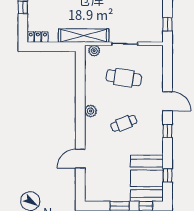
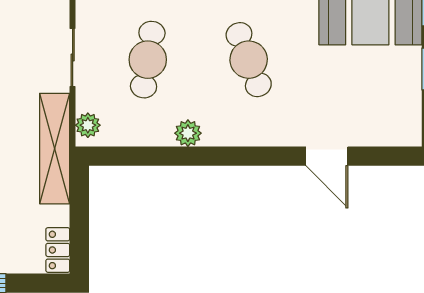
plant: (91, 111) -> (188, 133), moved
cafe table: (124, 123) -> (249, 60), width x1.37, depth x1.35

